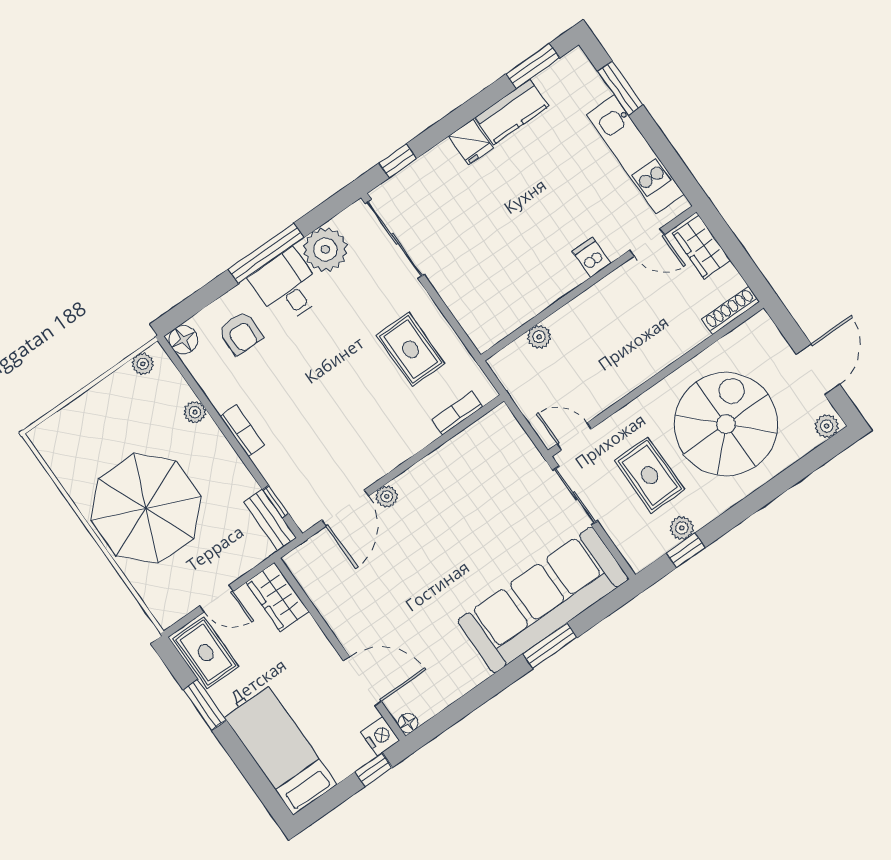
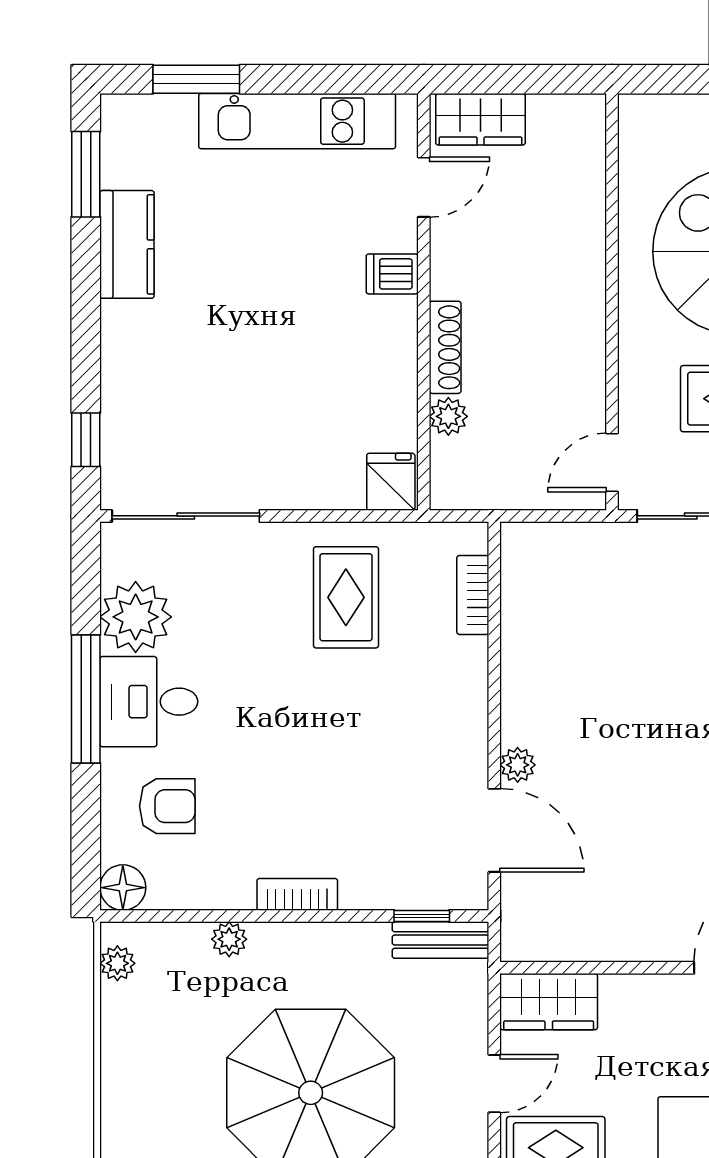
fridge: (471, 142) -> (391, 482), moved, turned -90
shoe rack: (731, 310) -> (445, 347), moved, turned 180
rug: (411, 349) -> (346, 597), turned 90

